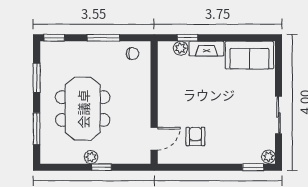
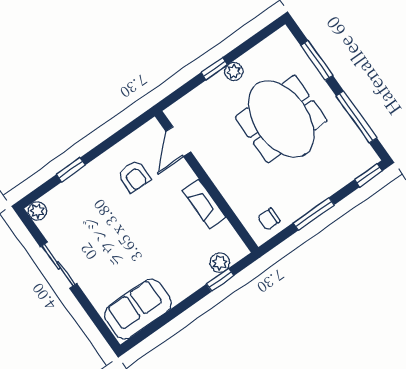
fireplace: (206, 49) -> (204, 204), moved, turned -90
window: (37, 78) -> (356, 117), width x1.44
window: (253, 167) -> (71, 170), moved

